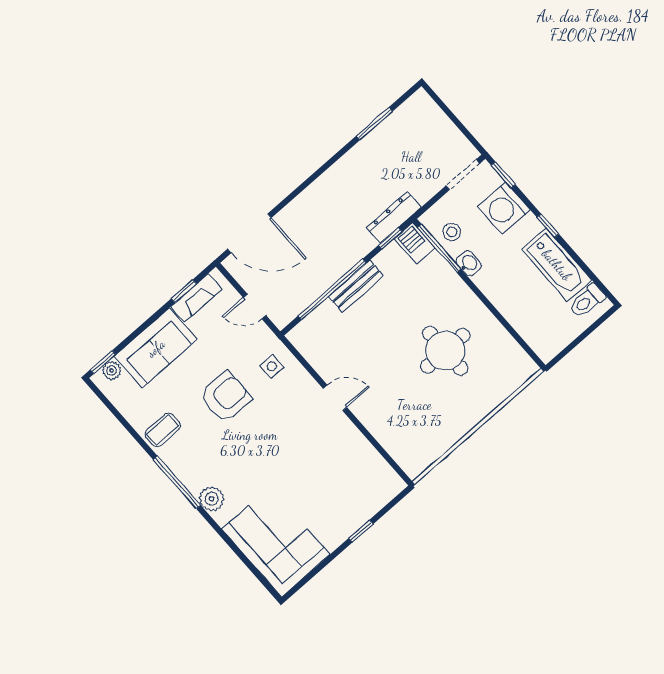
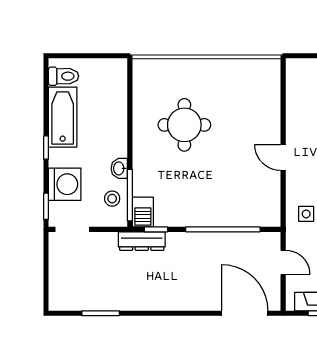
bench: (356, 286) -> (206, 218), removed

